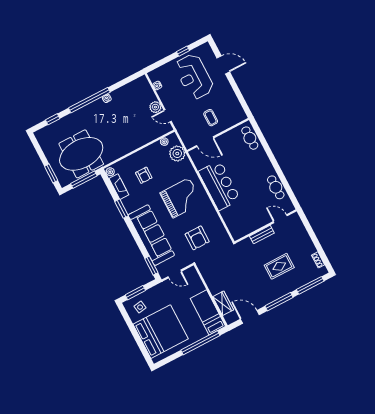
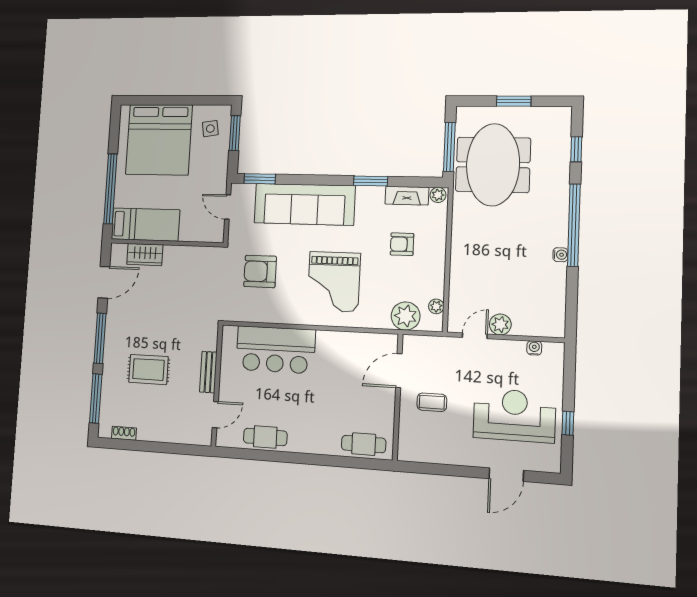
window: (51, 173) -> (514, 101), moved
bar counter: (219, 185) -> (276, 350), moved
rug: (279, 266) -> (148, 369), turned 90
door: (175, 274) -> (228, 207), hinge flipped

